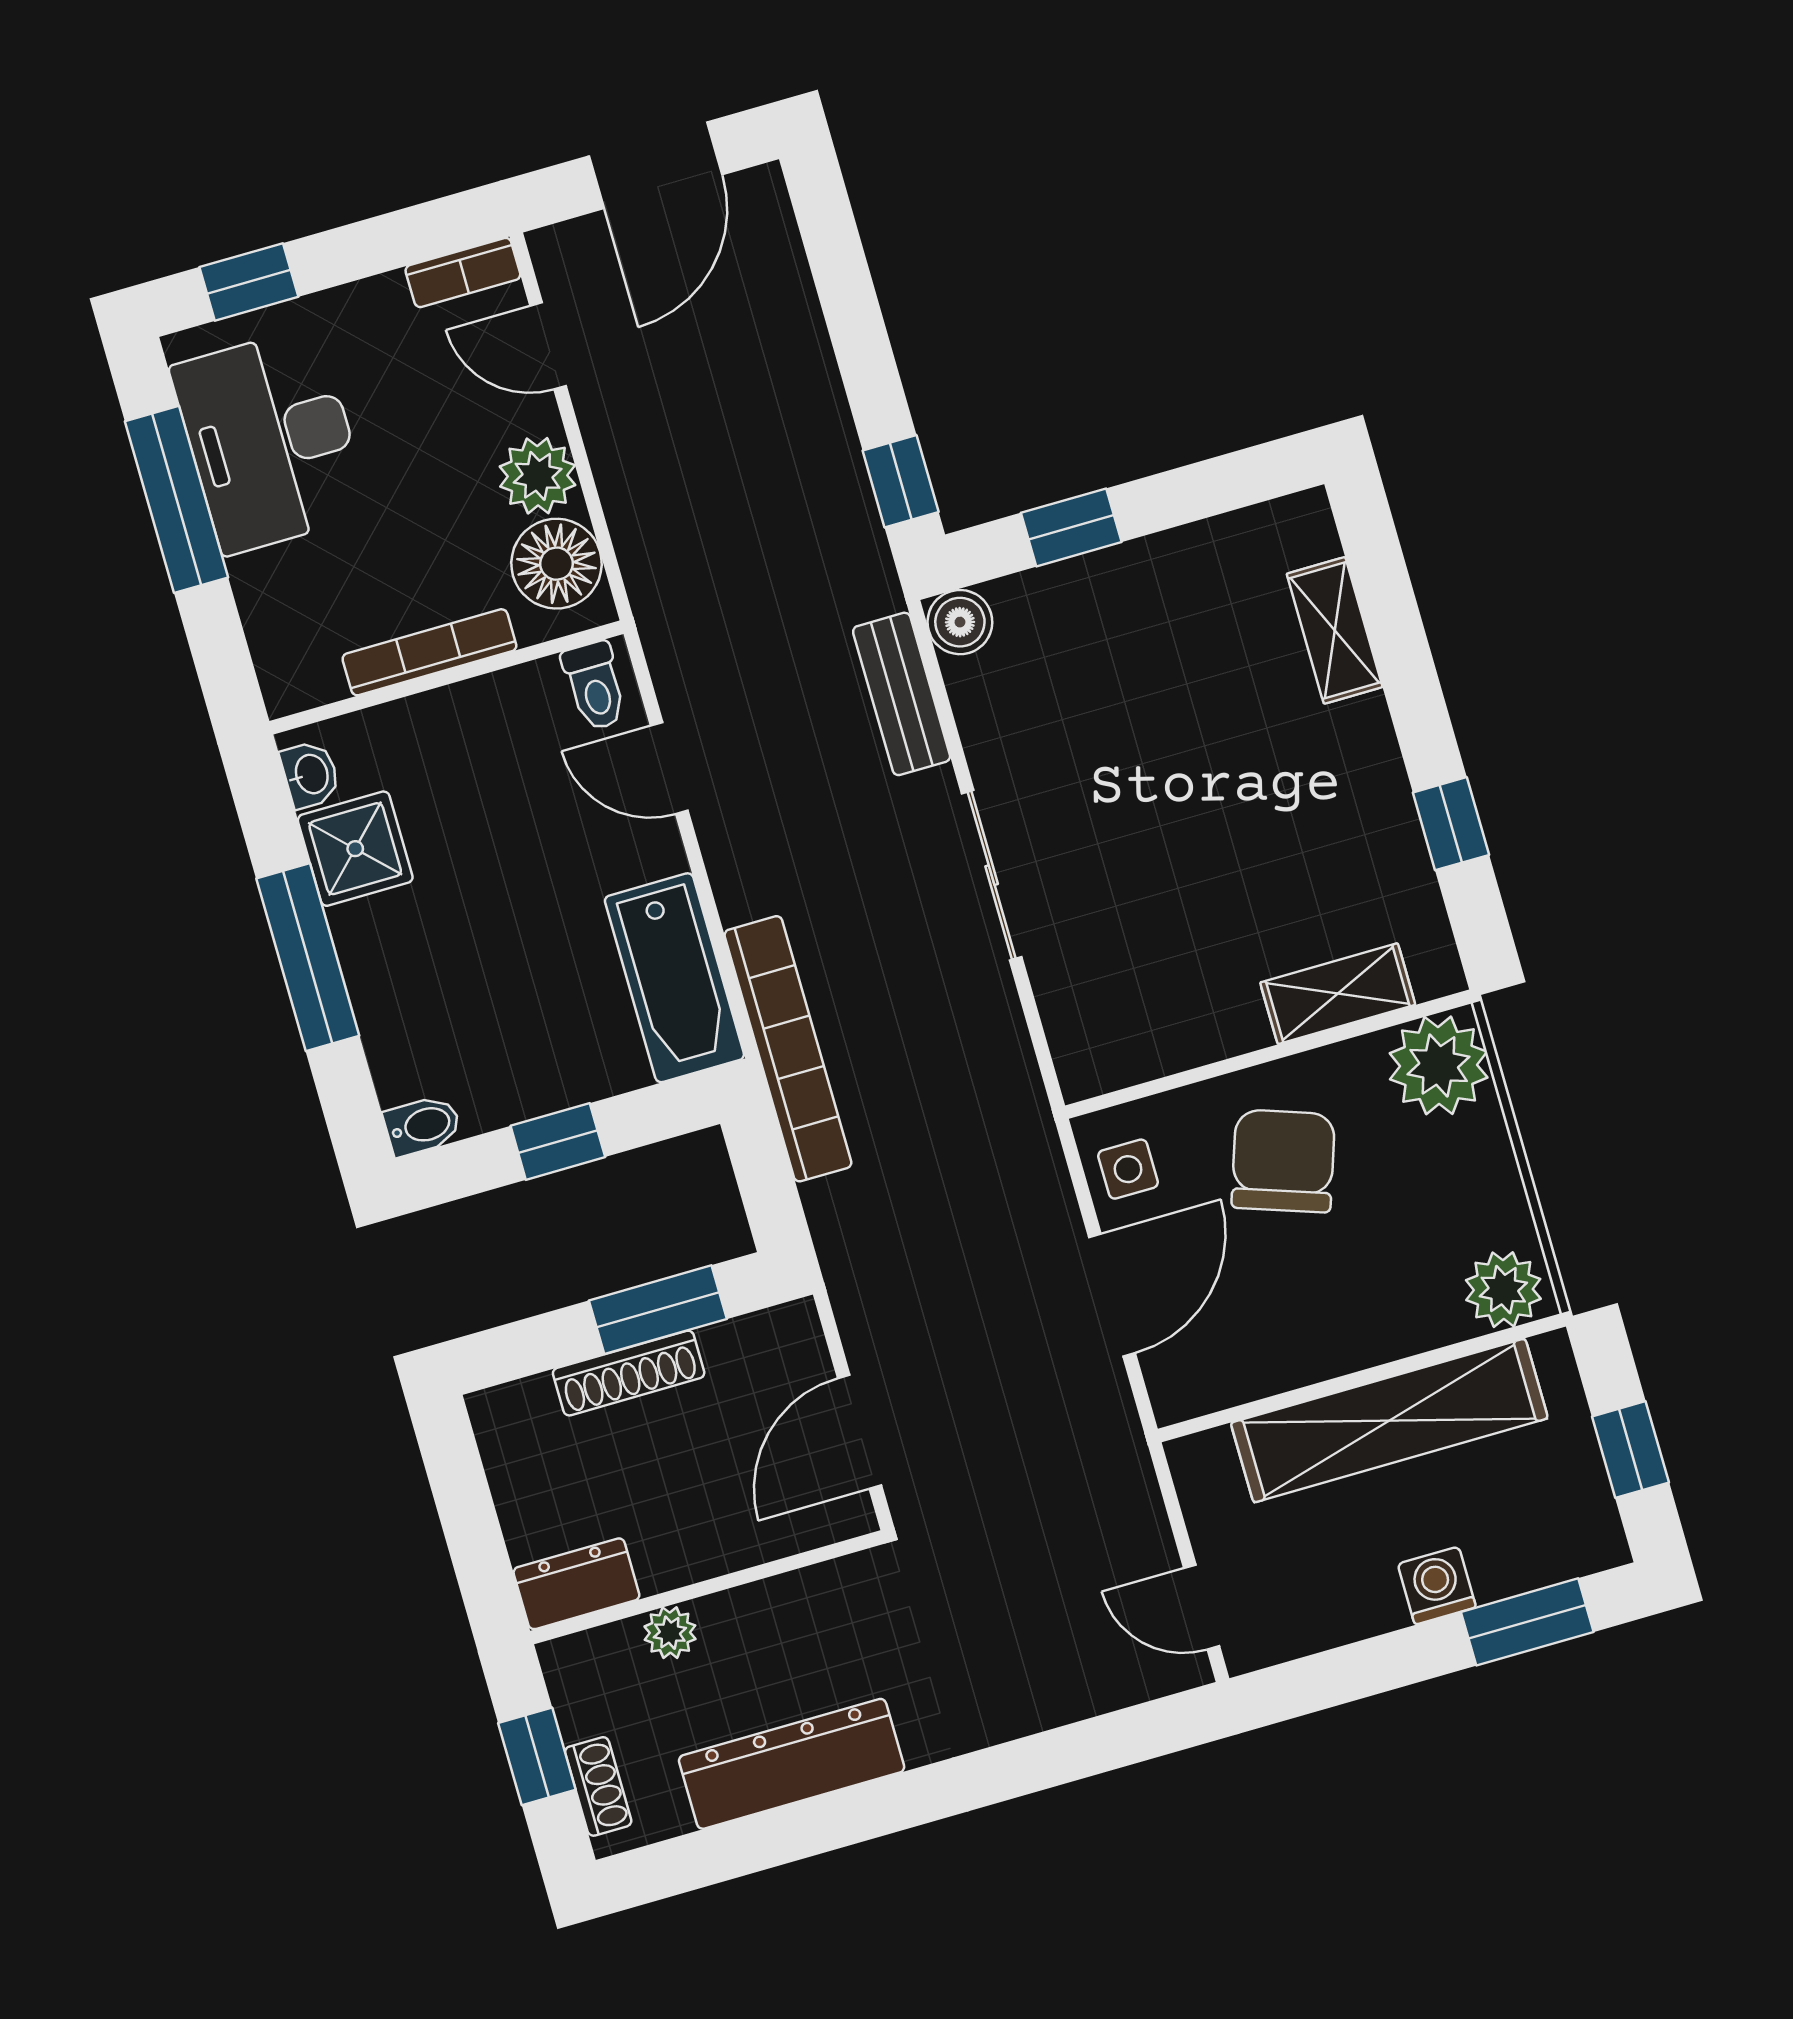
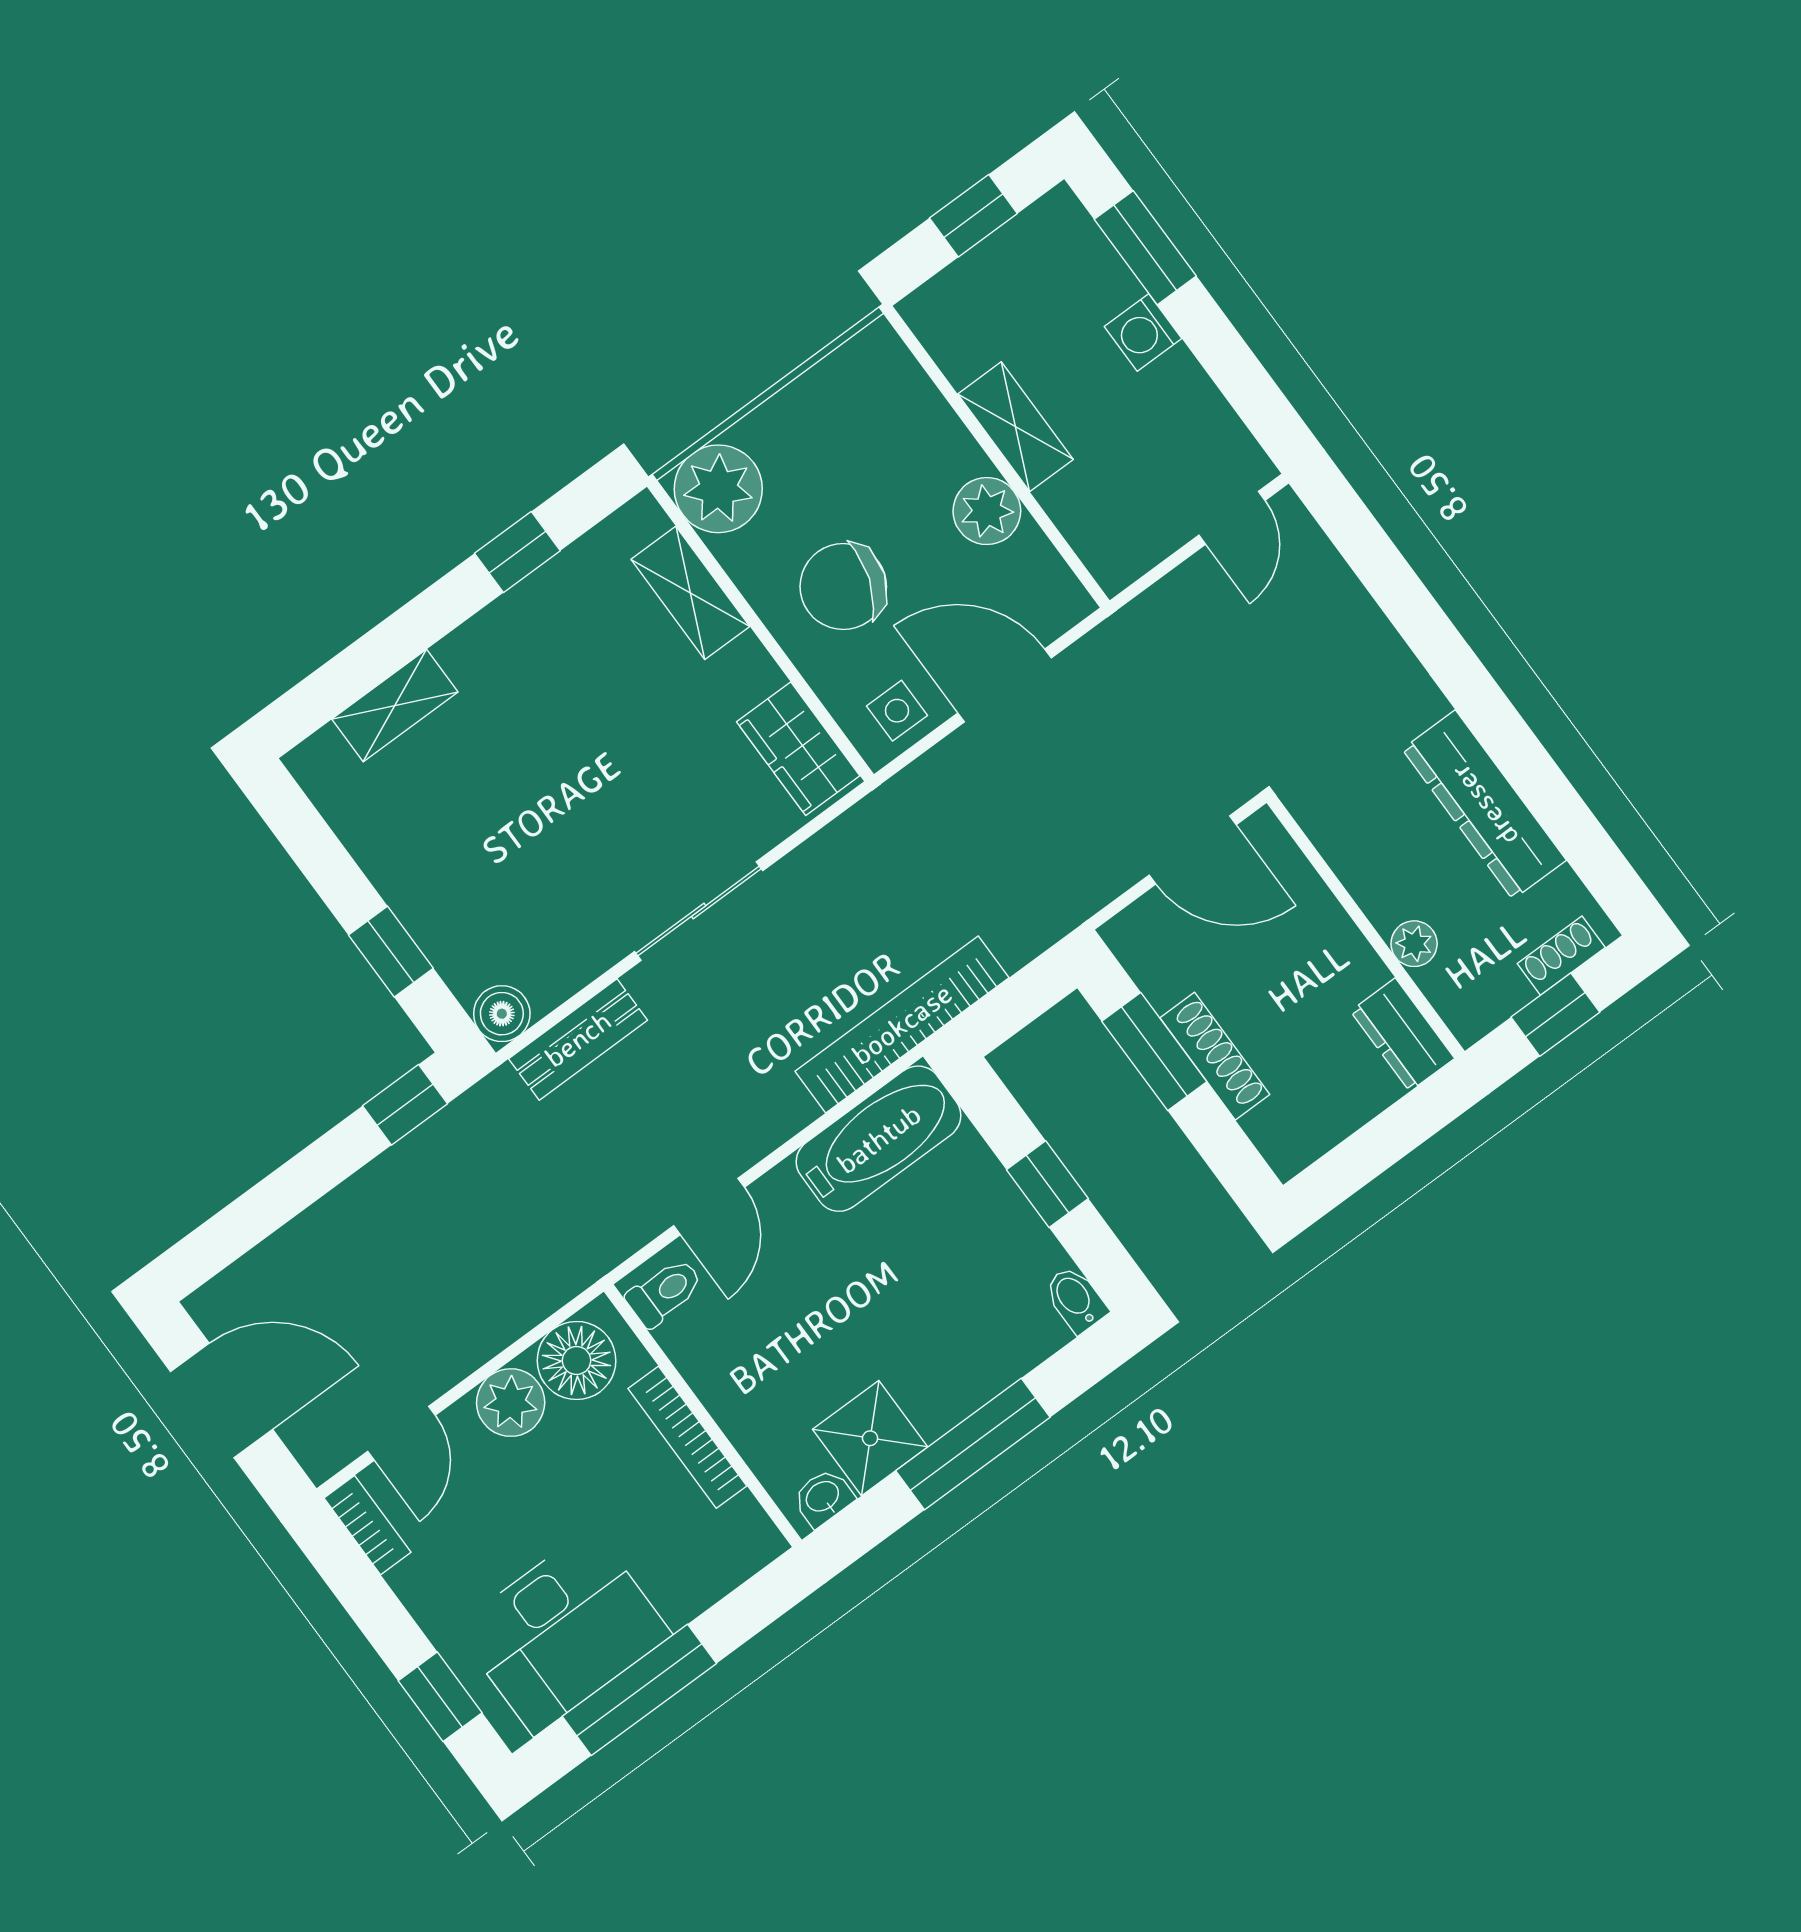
wardrobe: (1127, 1047) -> (798, 749), added
plant: (1503, 1290) -> (987, 511), moved
shelving: (1389, 1421) -> (1016, 427), width x0.45, depth x0.75

